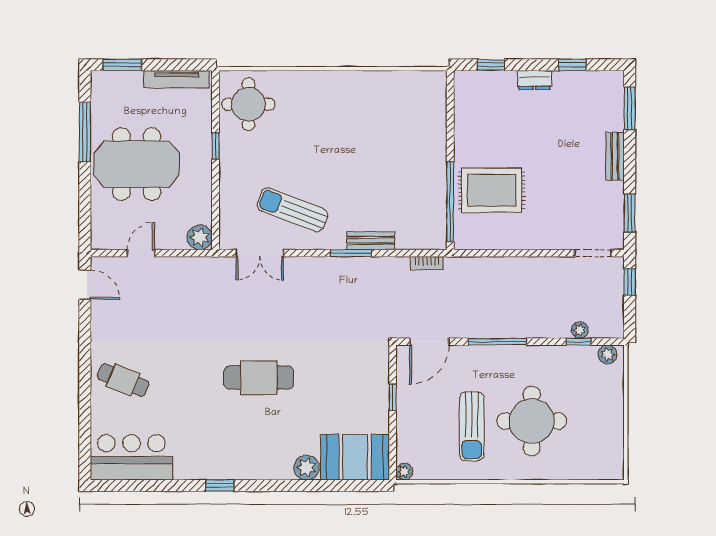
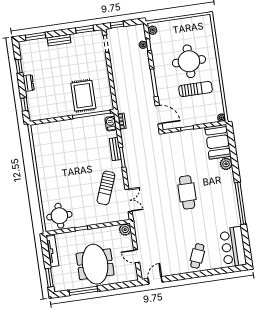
barbecue: (425, 239) -> (111, 124), added
window: (220, 486) -> (240, 203), width x3.17

